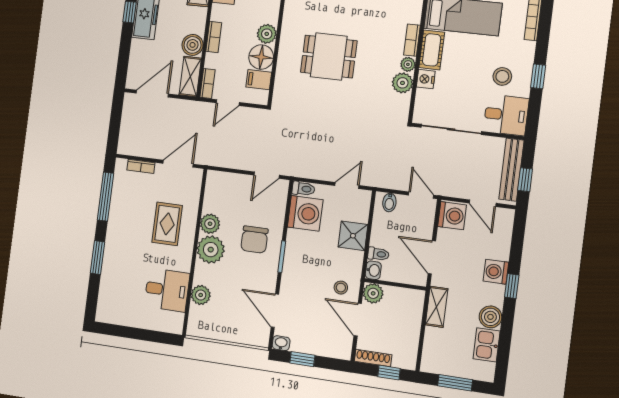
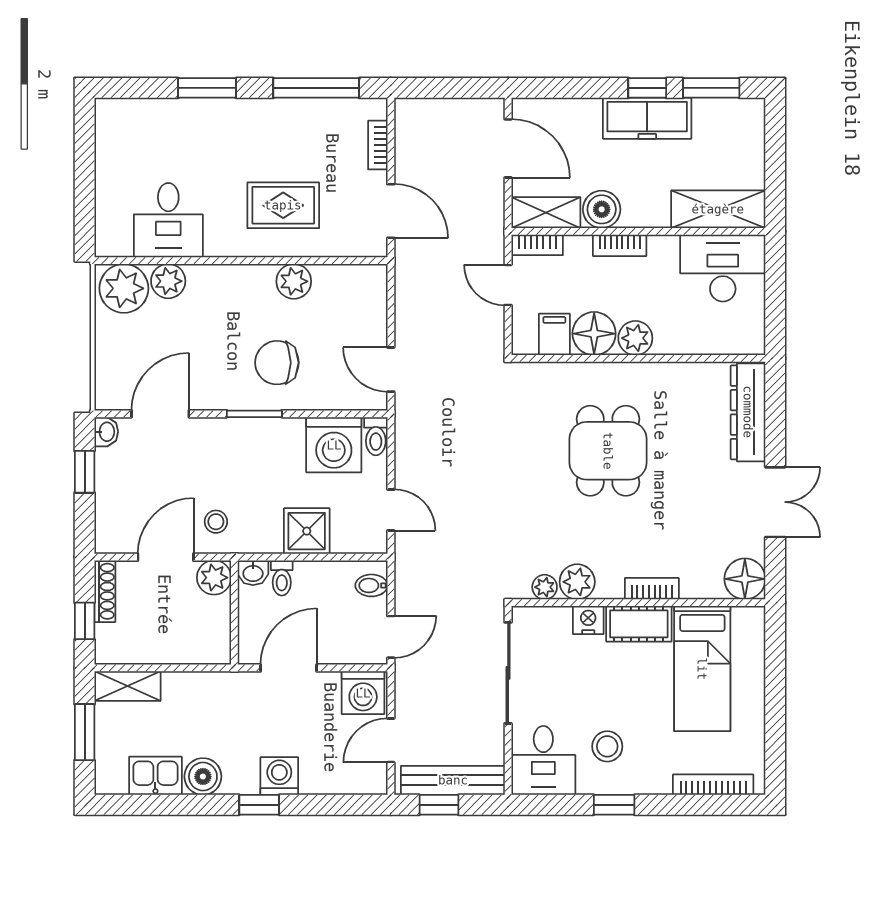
plant: (408, 64) -> (545, 587), moved
plant: (211, 250) -> (124, 288), moved
shelving: (437, 307) -> (127, 686), moved

